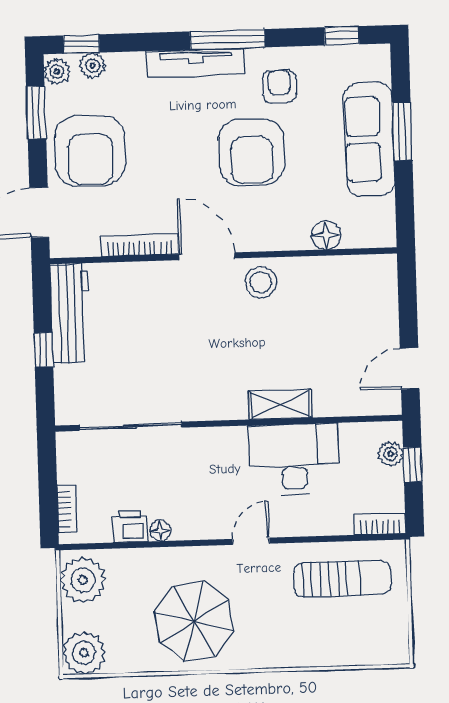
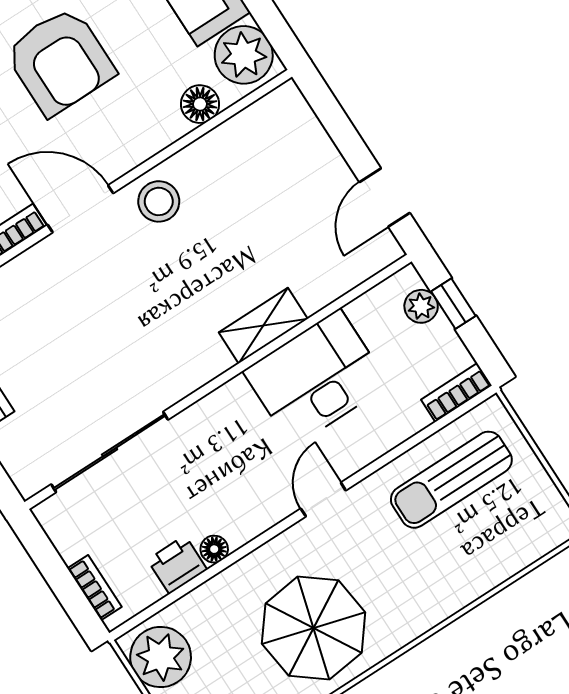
plant: (374, 220) -> (244, 55), added
sun lounger: (342, 579) -> (451, 480), turned 180

